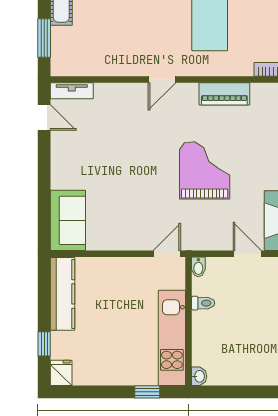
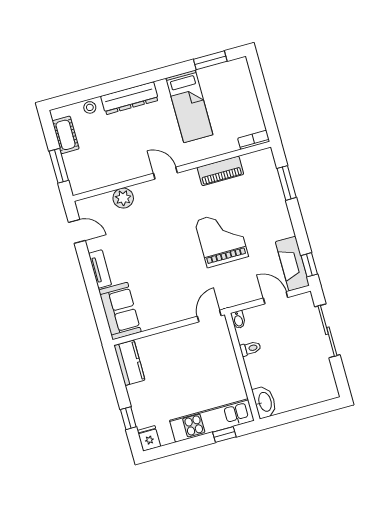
door: (162, 79) -> (165, 173), swing flipped
tv unit: (72, 91) -> (100, 269), moved, turned -90
plant: (107, 94) -> (123, 198), added
kitchen counter: (63, 294) -> (129, 363), width x0.67
kitchen unit: (172, 338) -> (212, 420), moved, turned 90
washbasin: (199, 376) -> (265, 402), width x1.91, depth x1.45

